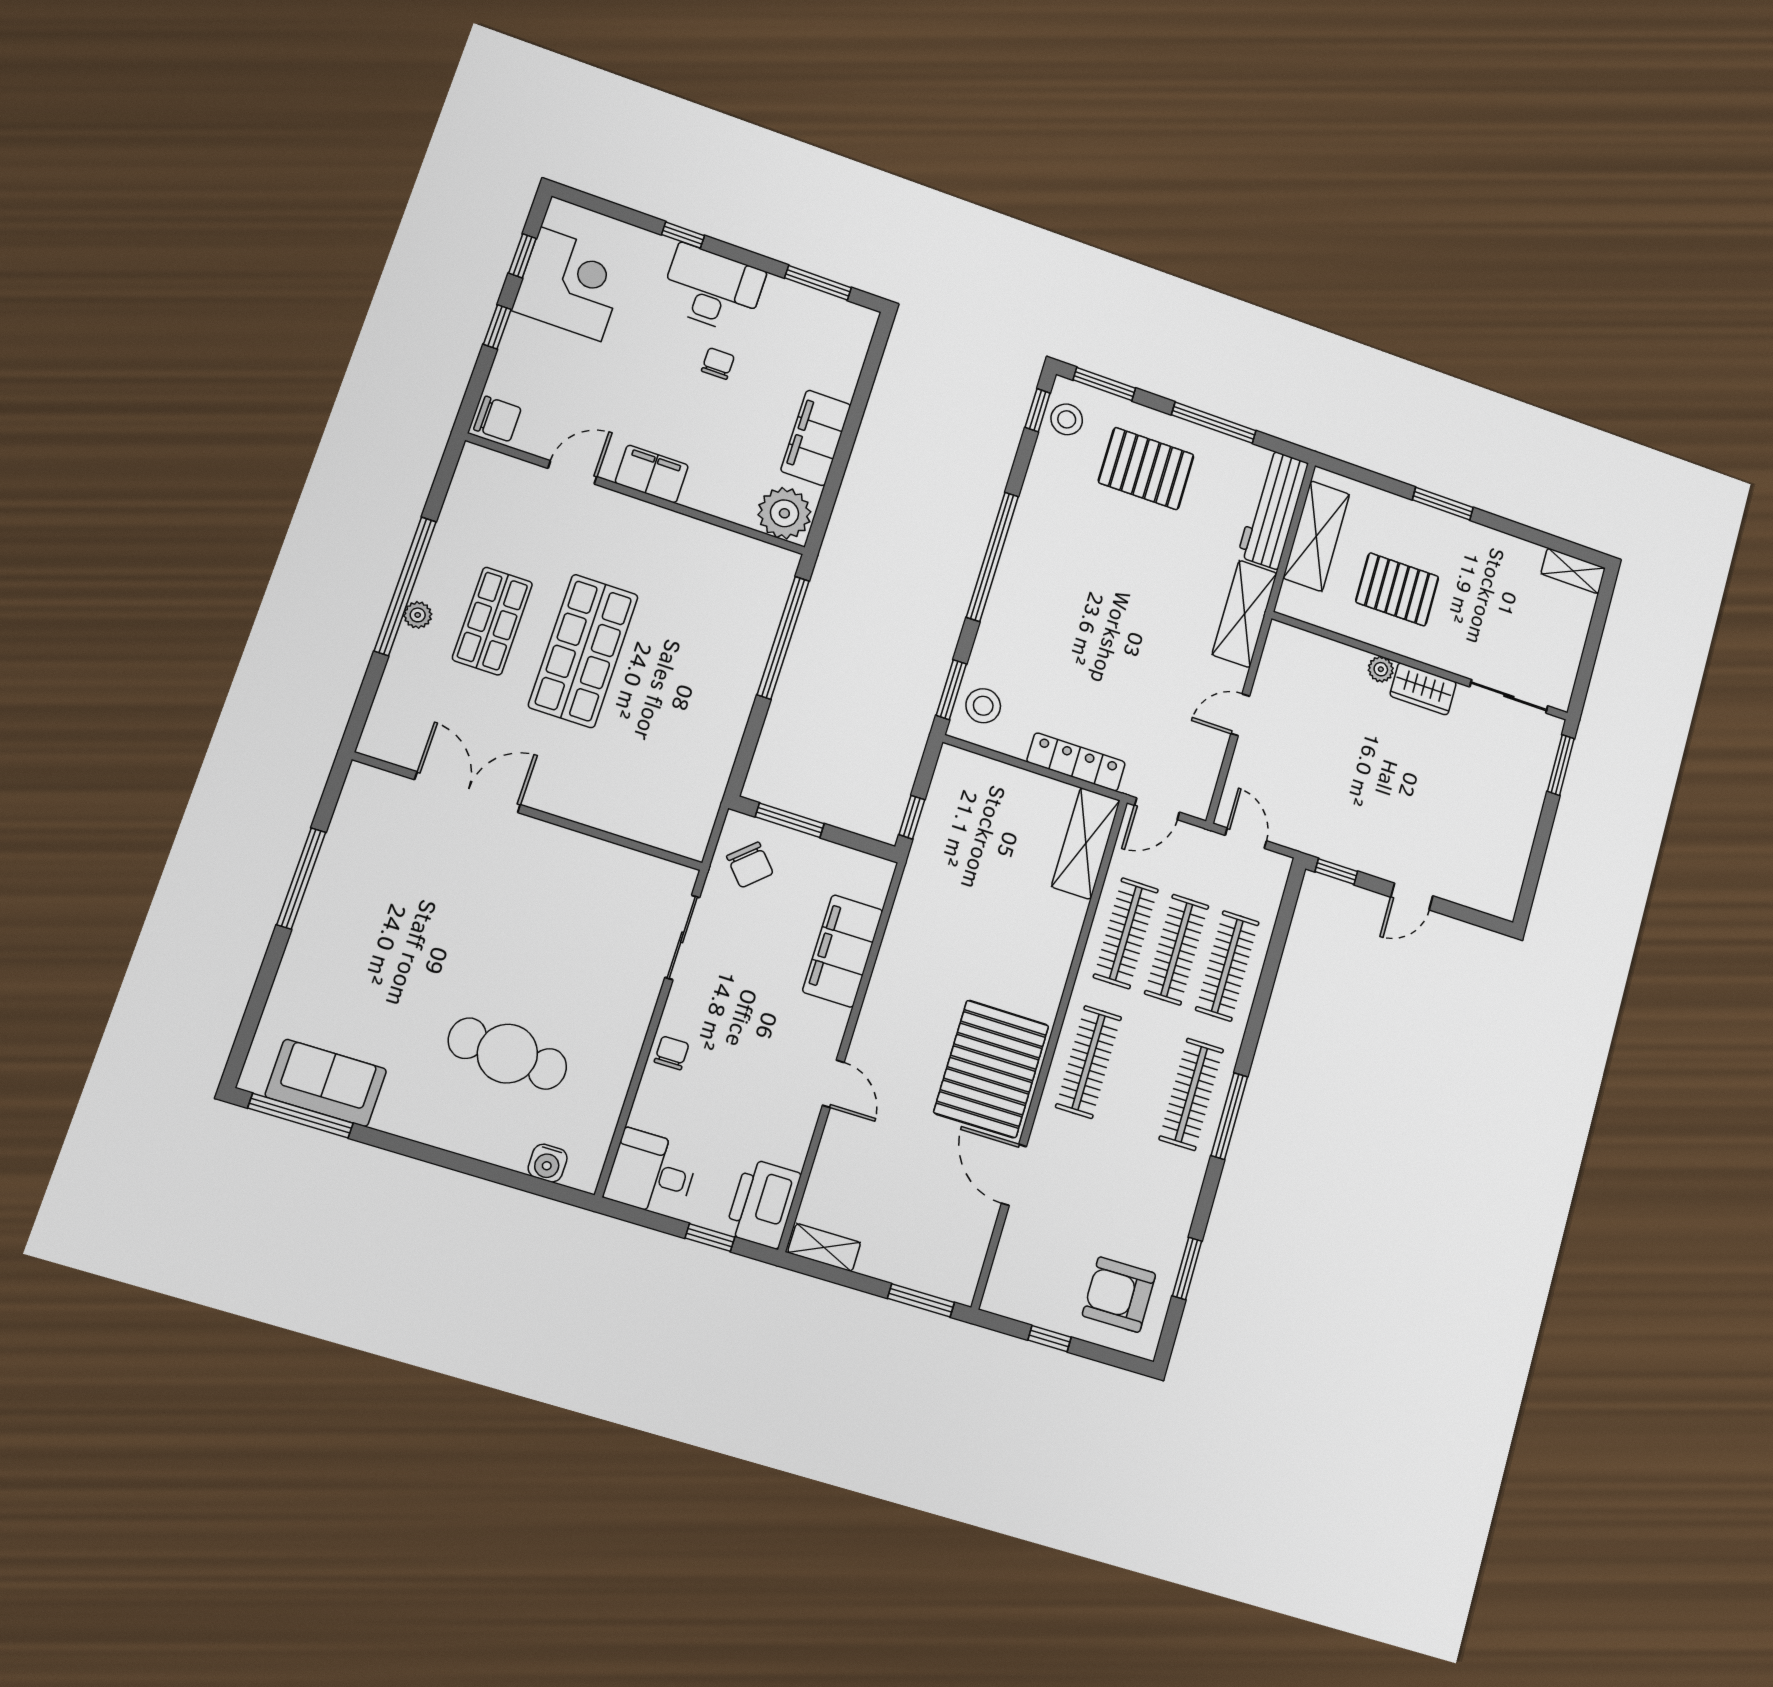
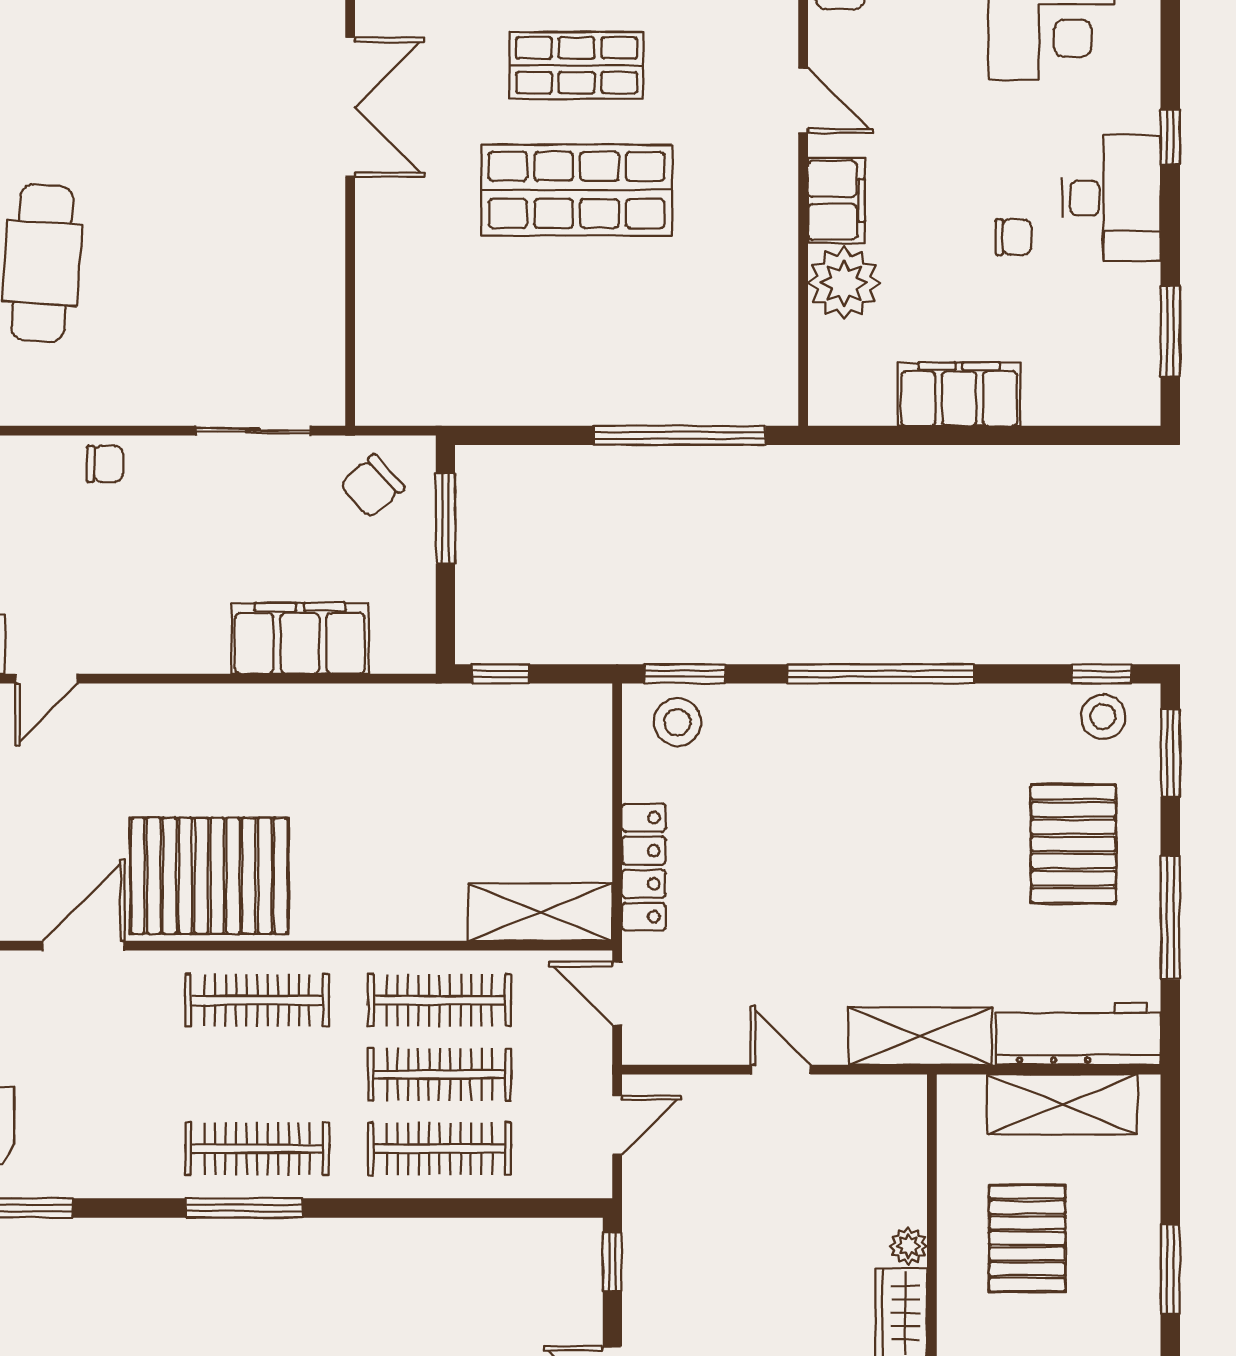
plant: (784, 513) -> (844, 283), moved
door: (833, 1084) -> (47, 679), moved

